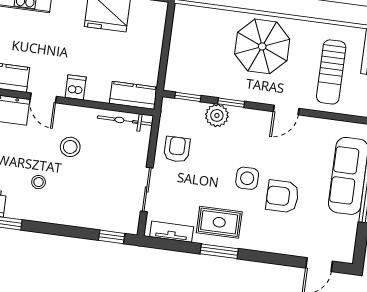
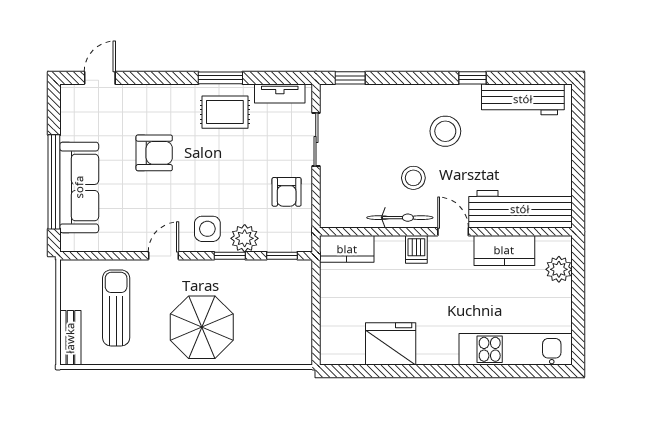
bicycle: (125, 121) -> (400, 218), moved
side table: (247, 178) -> (207, 229), moved
stool: (39, 182) -> (445, 131), width x1.89, depth x1.89

